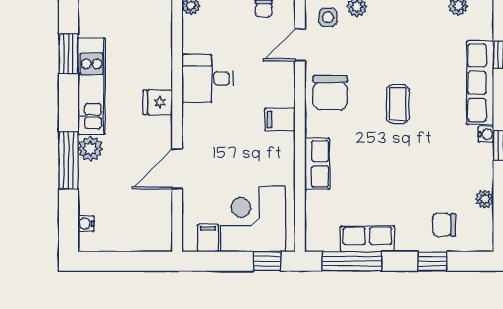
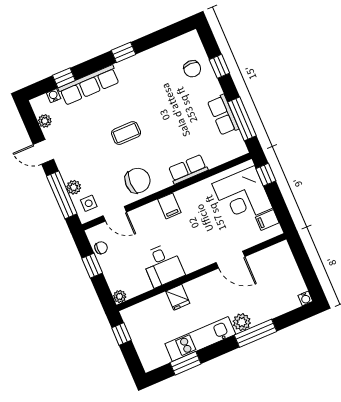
fridge: (158, 102) -> (178, 297), moved
water cooler: (486, 134) -> (54, 96), moved
plant: (484, 199) -> (164, 49), removed
water cooler: (86, 224) -> (305, 298), moved

